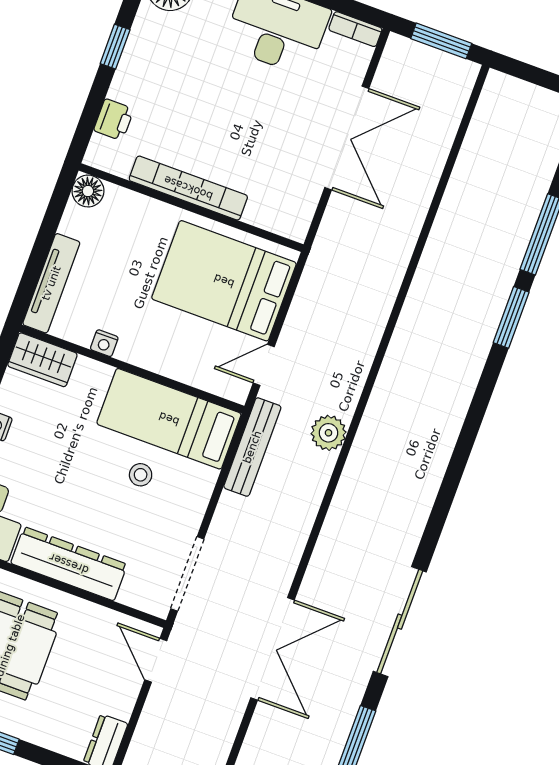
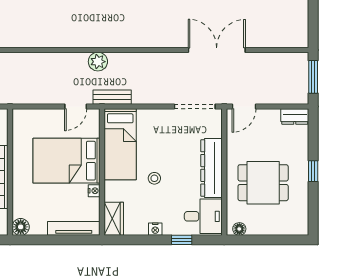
bed: (224, 281) -> (67, 161), moved, turned 90
door: (264, 365) -> (76, 107), hinge flipped
bench: (252, 447) -> (112, 97), width x0.73
stool: (141, 475) -> (154, 178), moved

